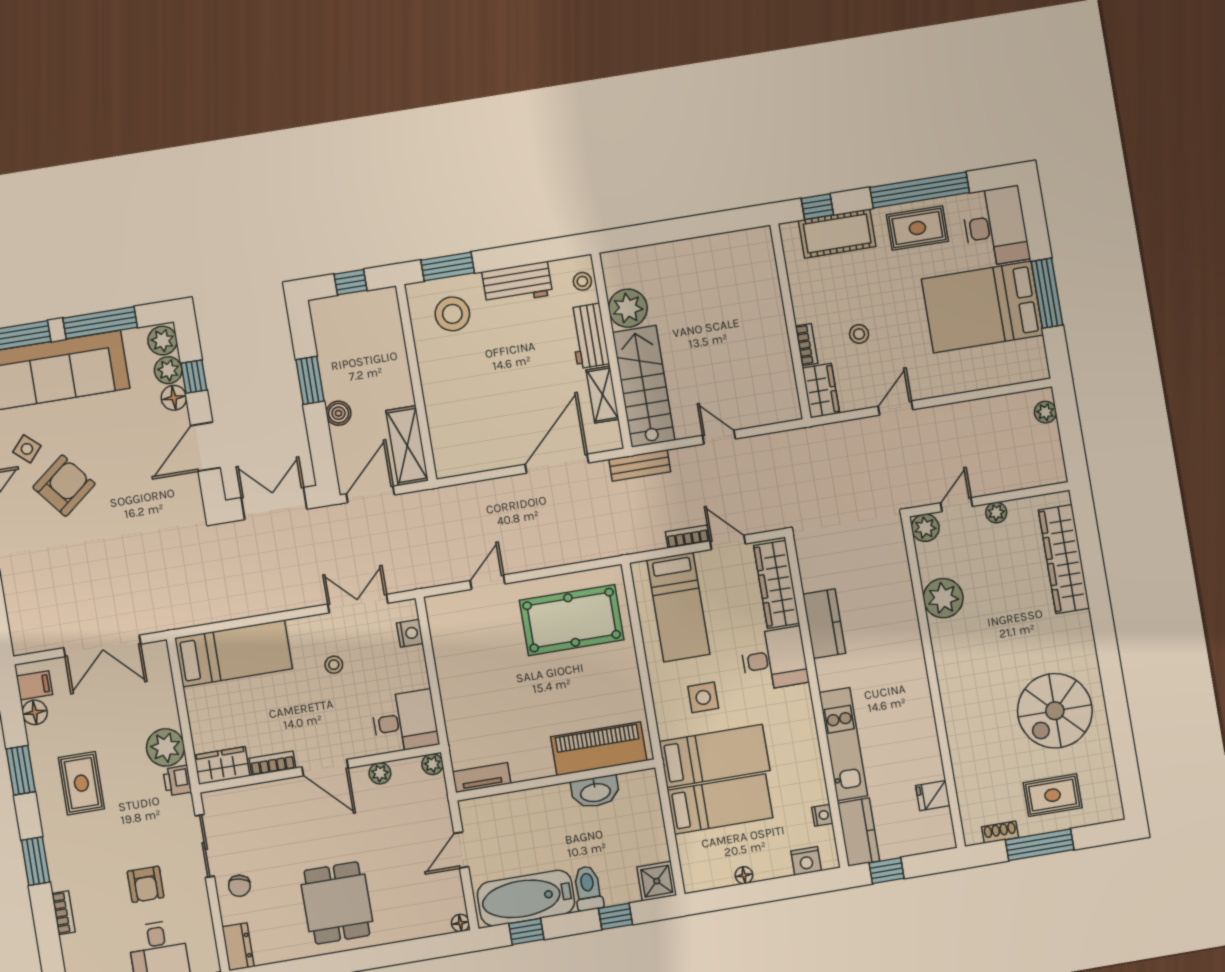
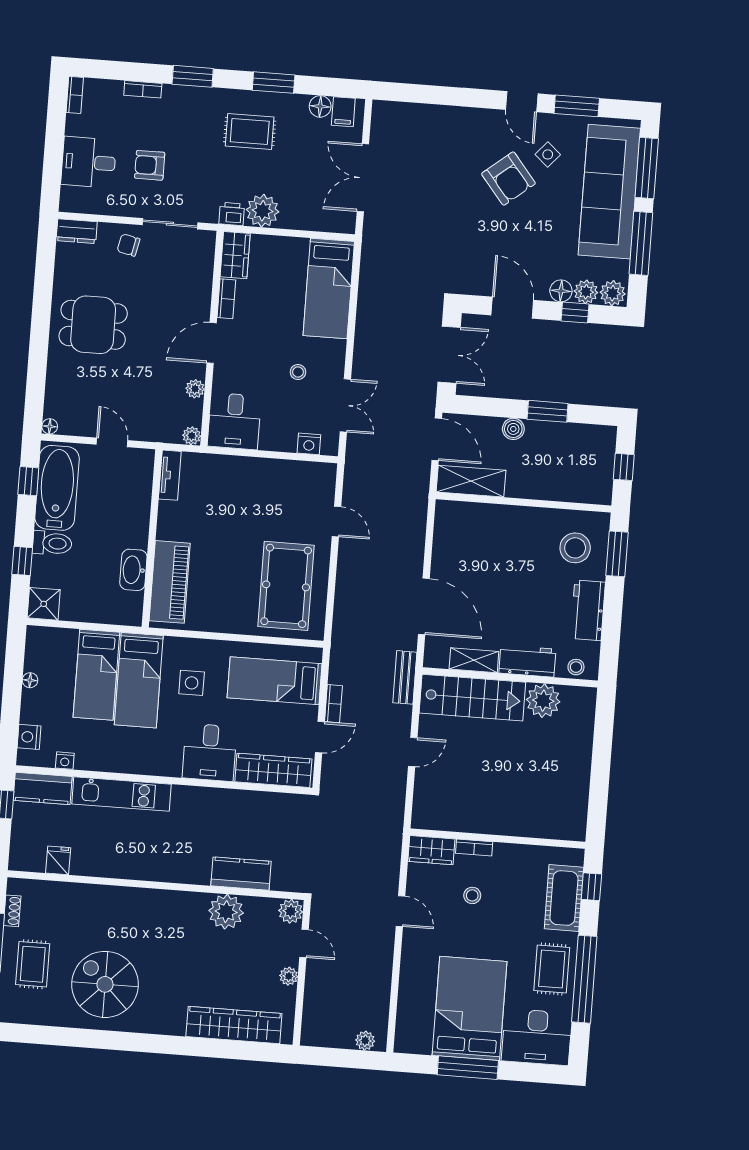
kitchen counter: (824, 624) -> (241, 874), moved, turned 180

